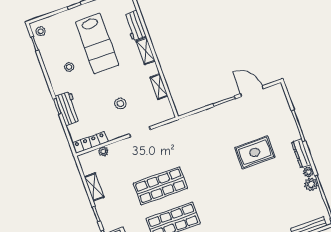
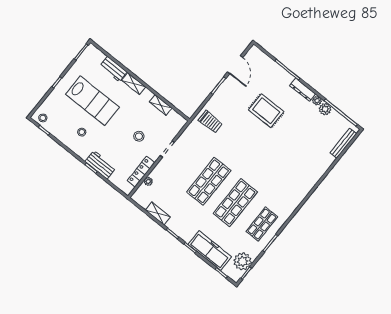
door: (252, 91) -> (235, 65), swing flipped
trolley: (196, 131) -> (210, 122), added
locker: (90, 142) -> (141, 172), moved
rug: (255, 152) -> (266, 111), turned 90

